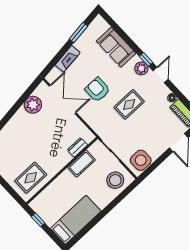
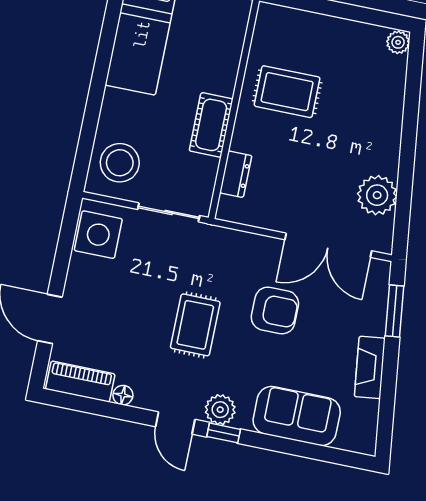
window: (78, 33) -> (394, 311), moved
fireplace: (68, 59) -> (370, 367), moved
cot: (81, 164) -> (211, 125), moved
rug: (31, 178) -> (287, 92), moved, turned 90

